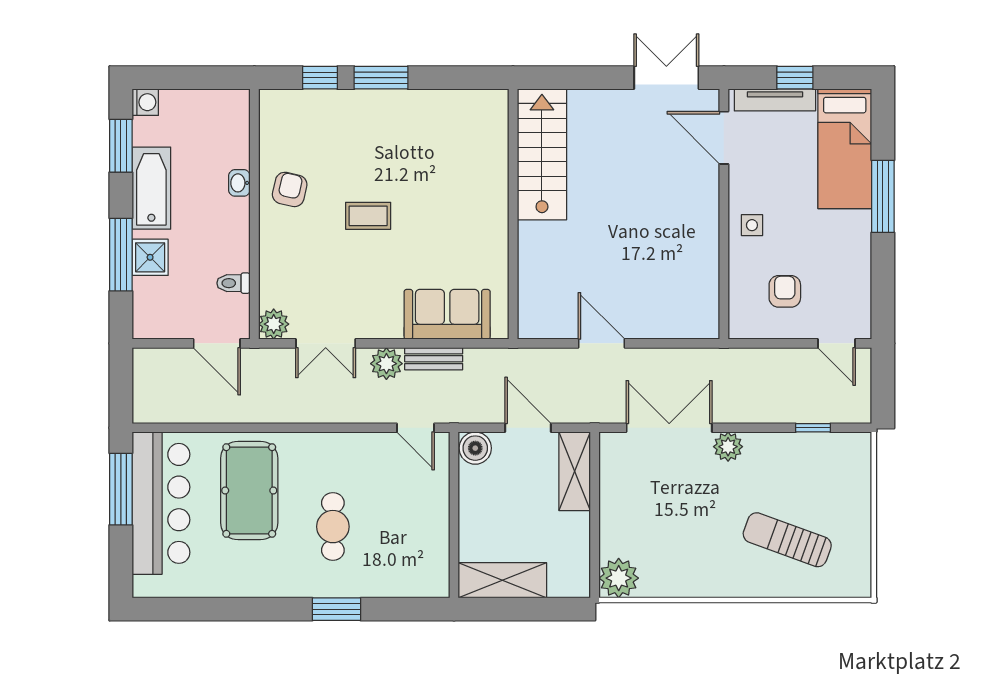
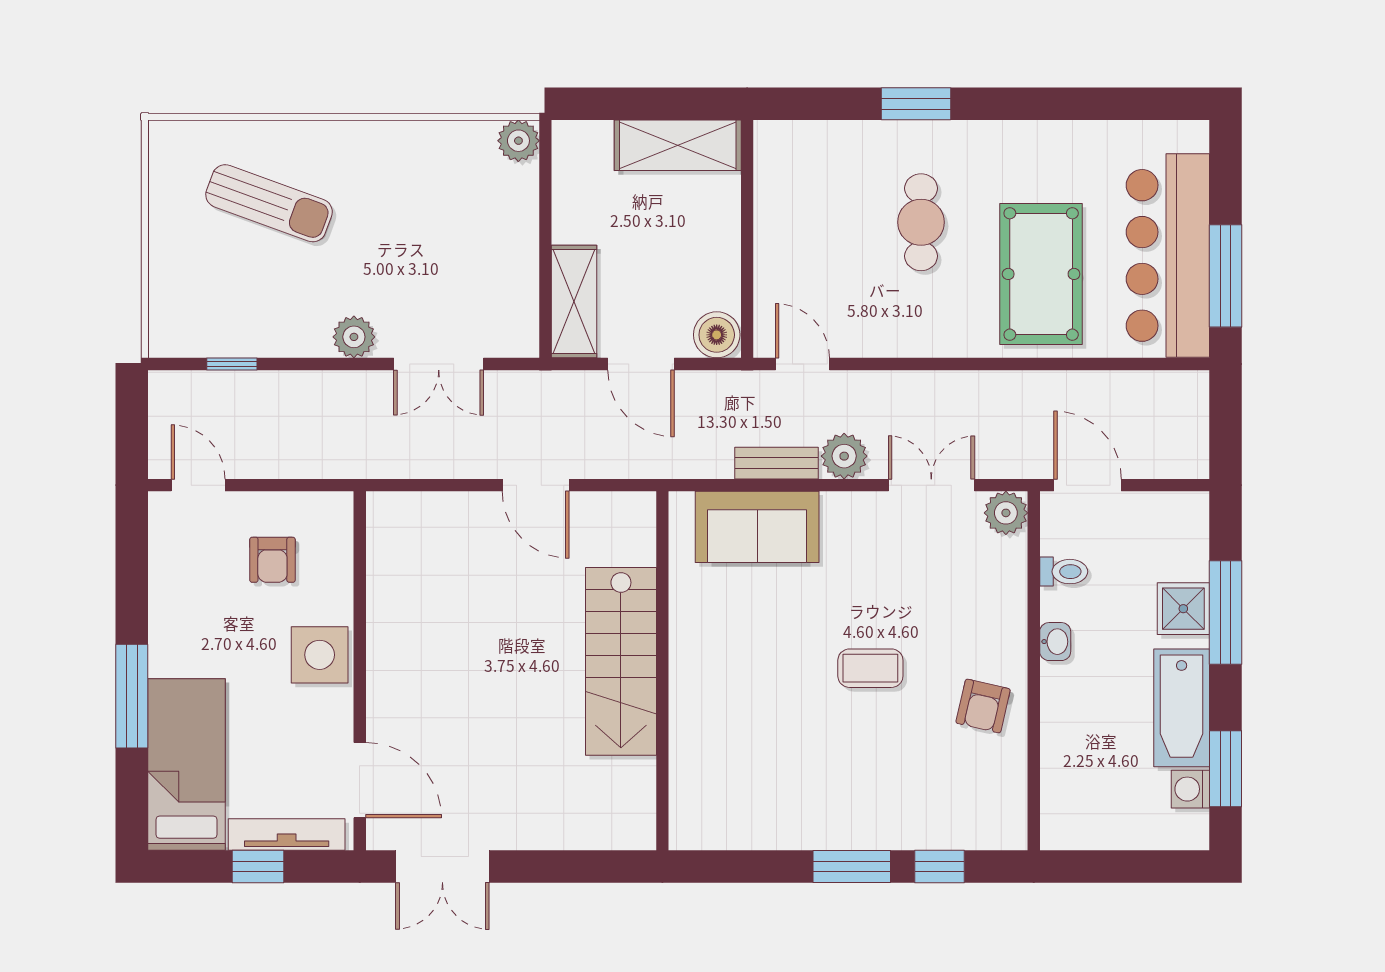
washing machine: (145, 102) -> (1190, 789), moved
stairs: (542, 154) -> (621, 661), moved
washbasin: (239, 183) -> (1055, 642), moved
side table: (752, 225) -> (320, 655), width x1.87, depth x1.87
double door: (669, 428) -> (439, 364), width x0.73
plant: (619, 578) -> (518, 141), width x0.73, depth x0.73

